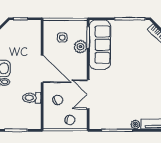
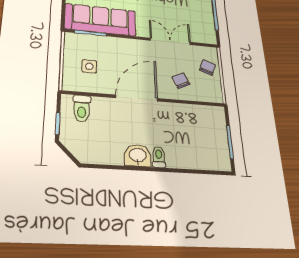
plant: (80, 47) -> (103, 44), removed
double door: (88, 94) -> (170, 41), swing flipped
toilet: (32, 98) -> (82, 108), moved

